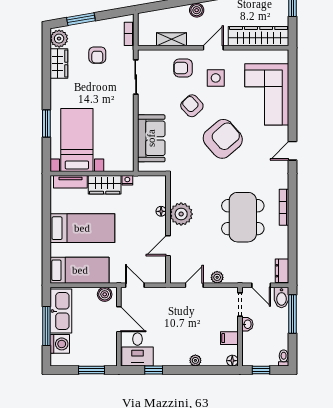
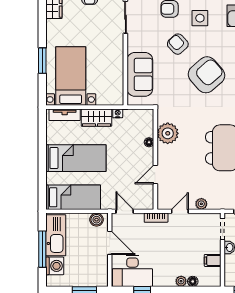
plant: (181, 214) -> (168, 133), moved
bookcase: (169, 292) -> (156, 218), added
desk: (137, 349) -> (132, 271), width x1.37
floor lamp: (232, 361) -> (193, 281), moved

